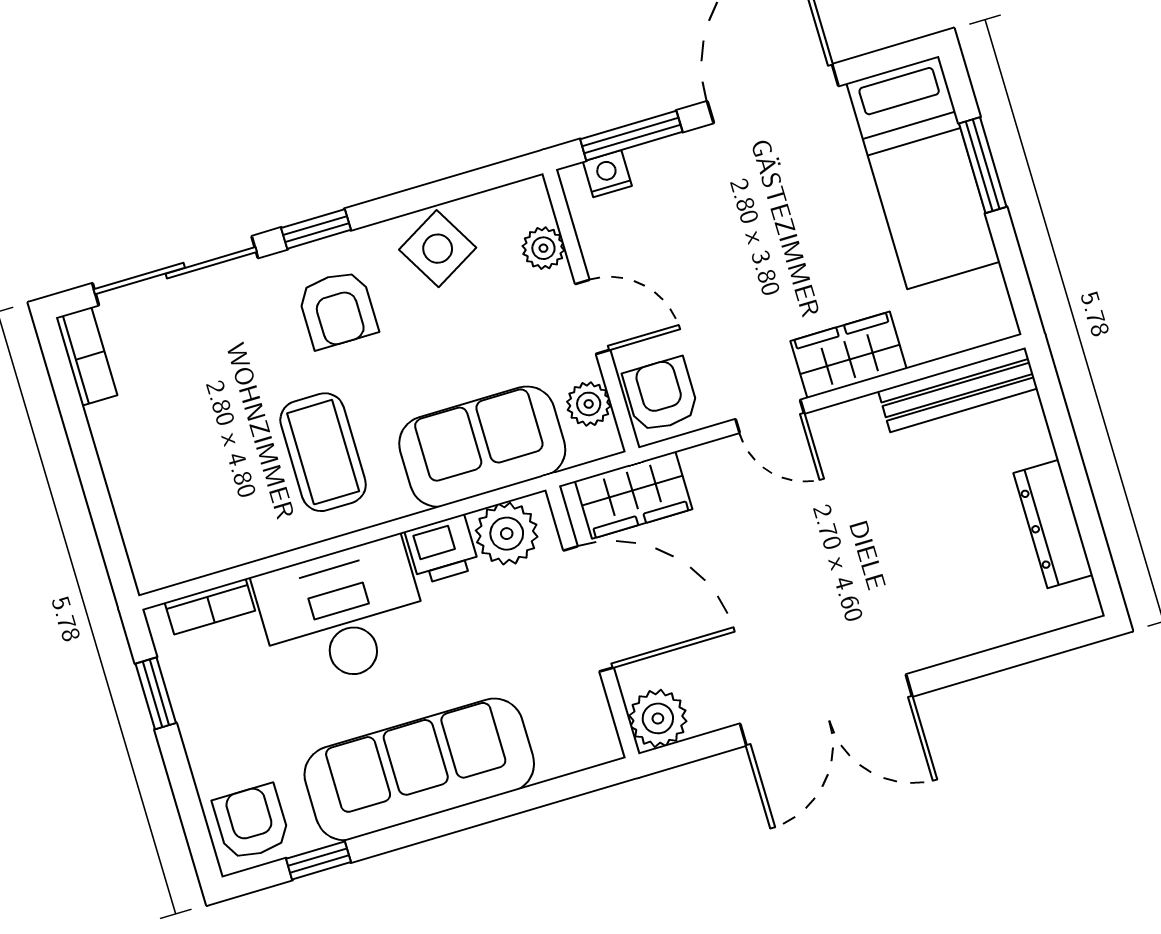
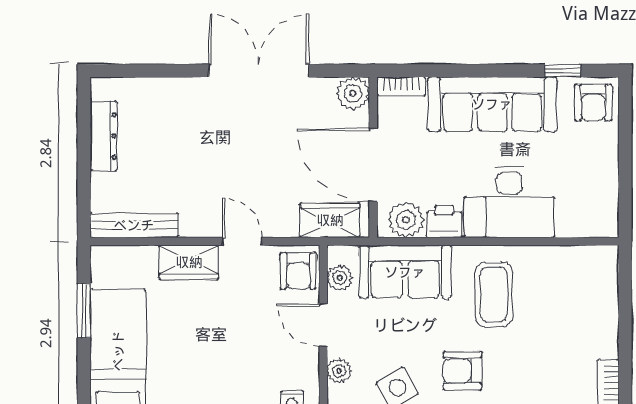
window: (983, 165) -> (84, 311), moved
armchair: (338, 309) -> (462, 371), turned -90
bookcase: (210, 607) -> (401, 86), moved, turned 180
window: (156, 693) -> (625, 189), removed

